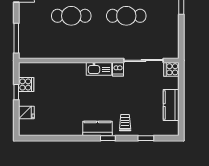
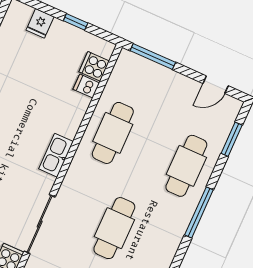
cafe table: (71, 16) -> (113, 133), moved
dishwasher: (118, 69) -> (86, 86), moved
cooker: (26, 85) -> (94, 66), moved, turned 90

